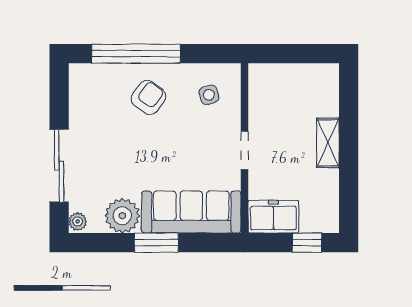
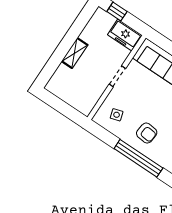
armchair: (148, 98) -> (147, 133), turned -121

